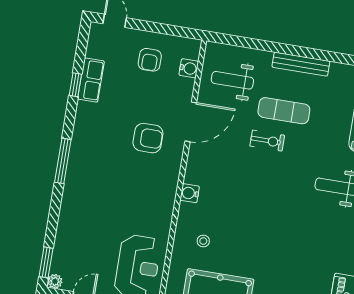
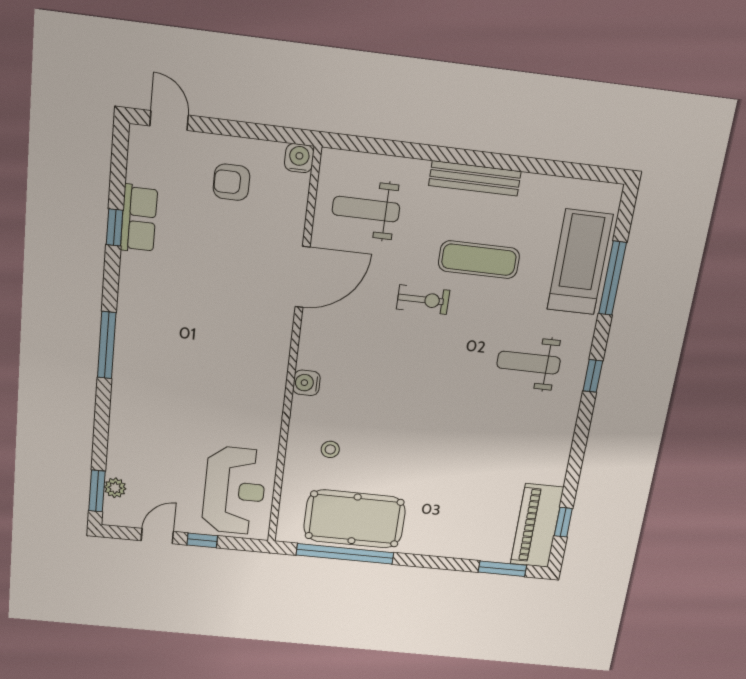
armchair: (150, 60) -> (231, 182), turned 90
water cooler: (189, 68) -> (299, 158), moved, turned -90
exercise mat: (284, 111) -> (479, 260), moved
armchair: (148, 138) -> (237, 305), removed
plant: (55, 281) -> (115, 488), moved

